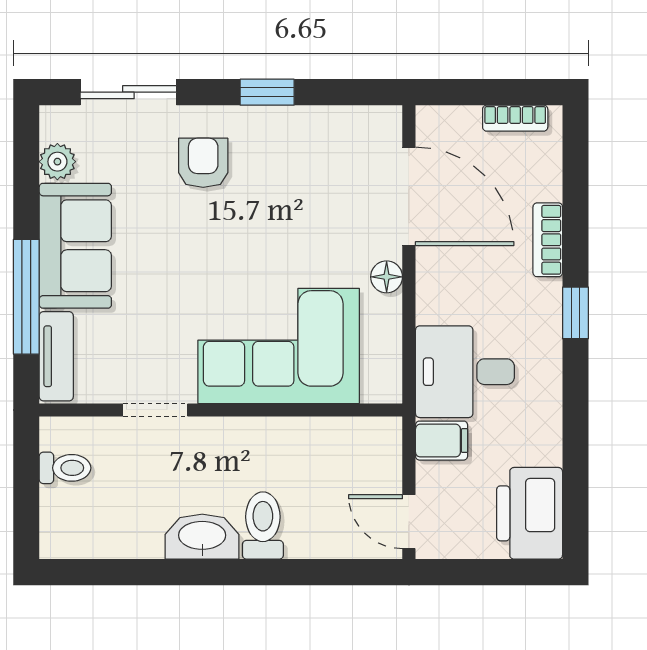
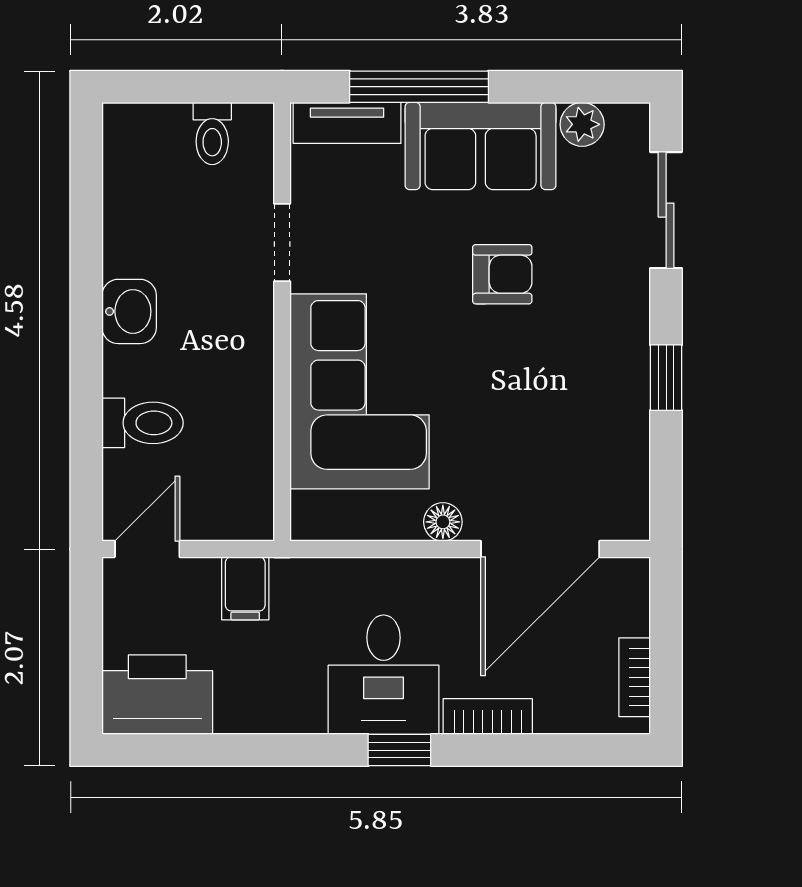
armchair: (203, 163) -> (502, 274), moved
desk: (465, 372) -> (384, 675), moved, turned 180
toilet: (263, 526) -> (143, 423), moved
washbasin: (202, 537) -> (129, 311), width x0.72

